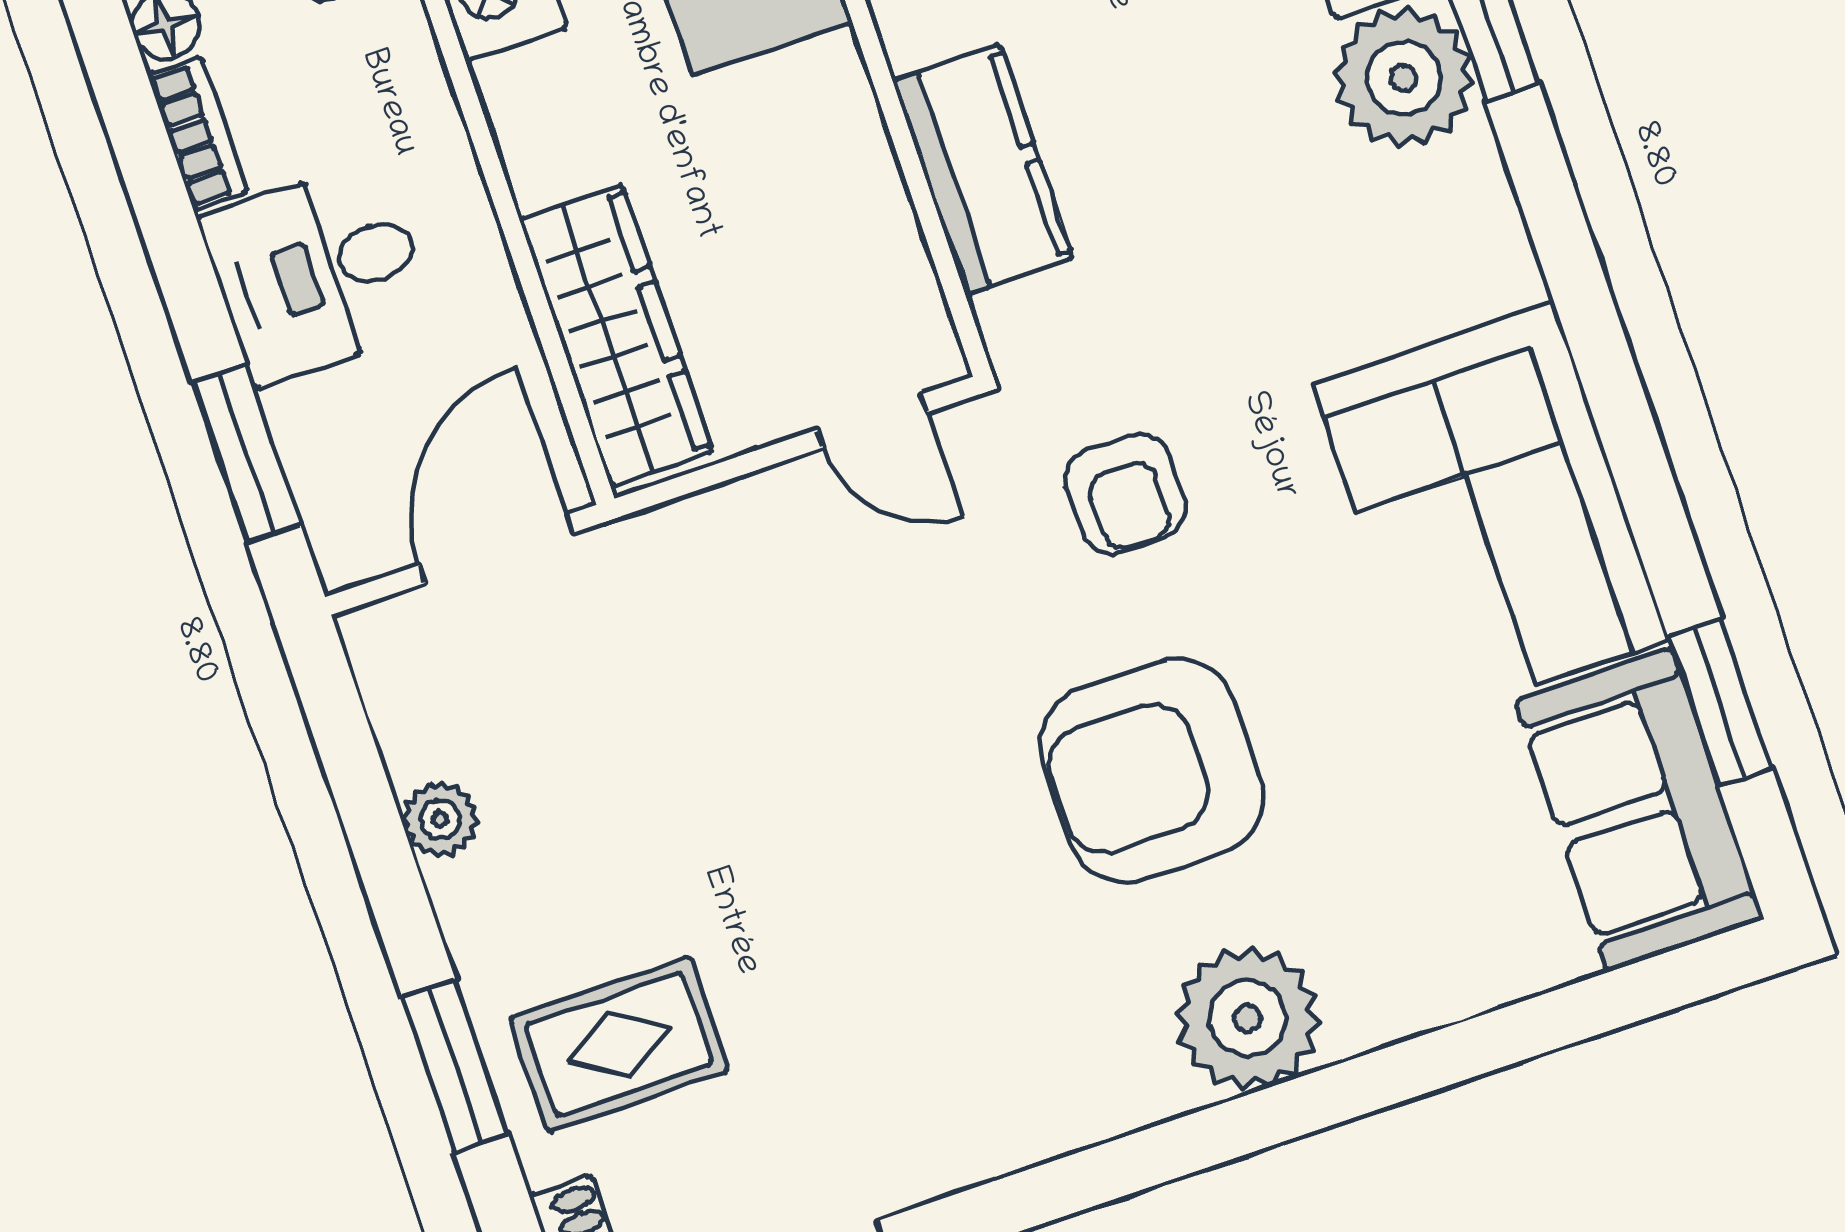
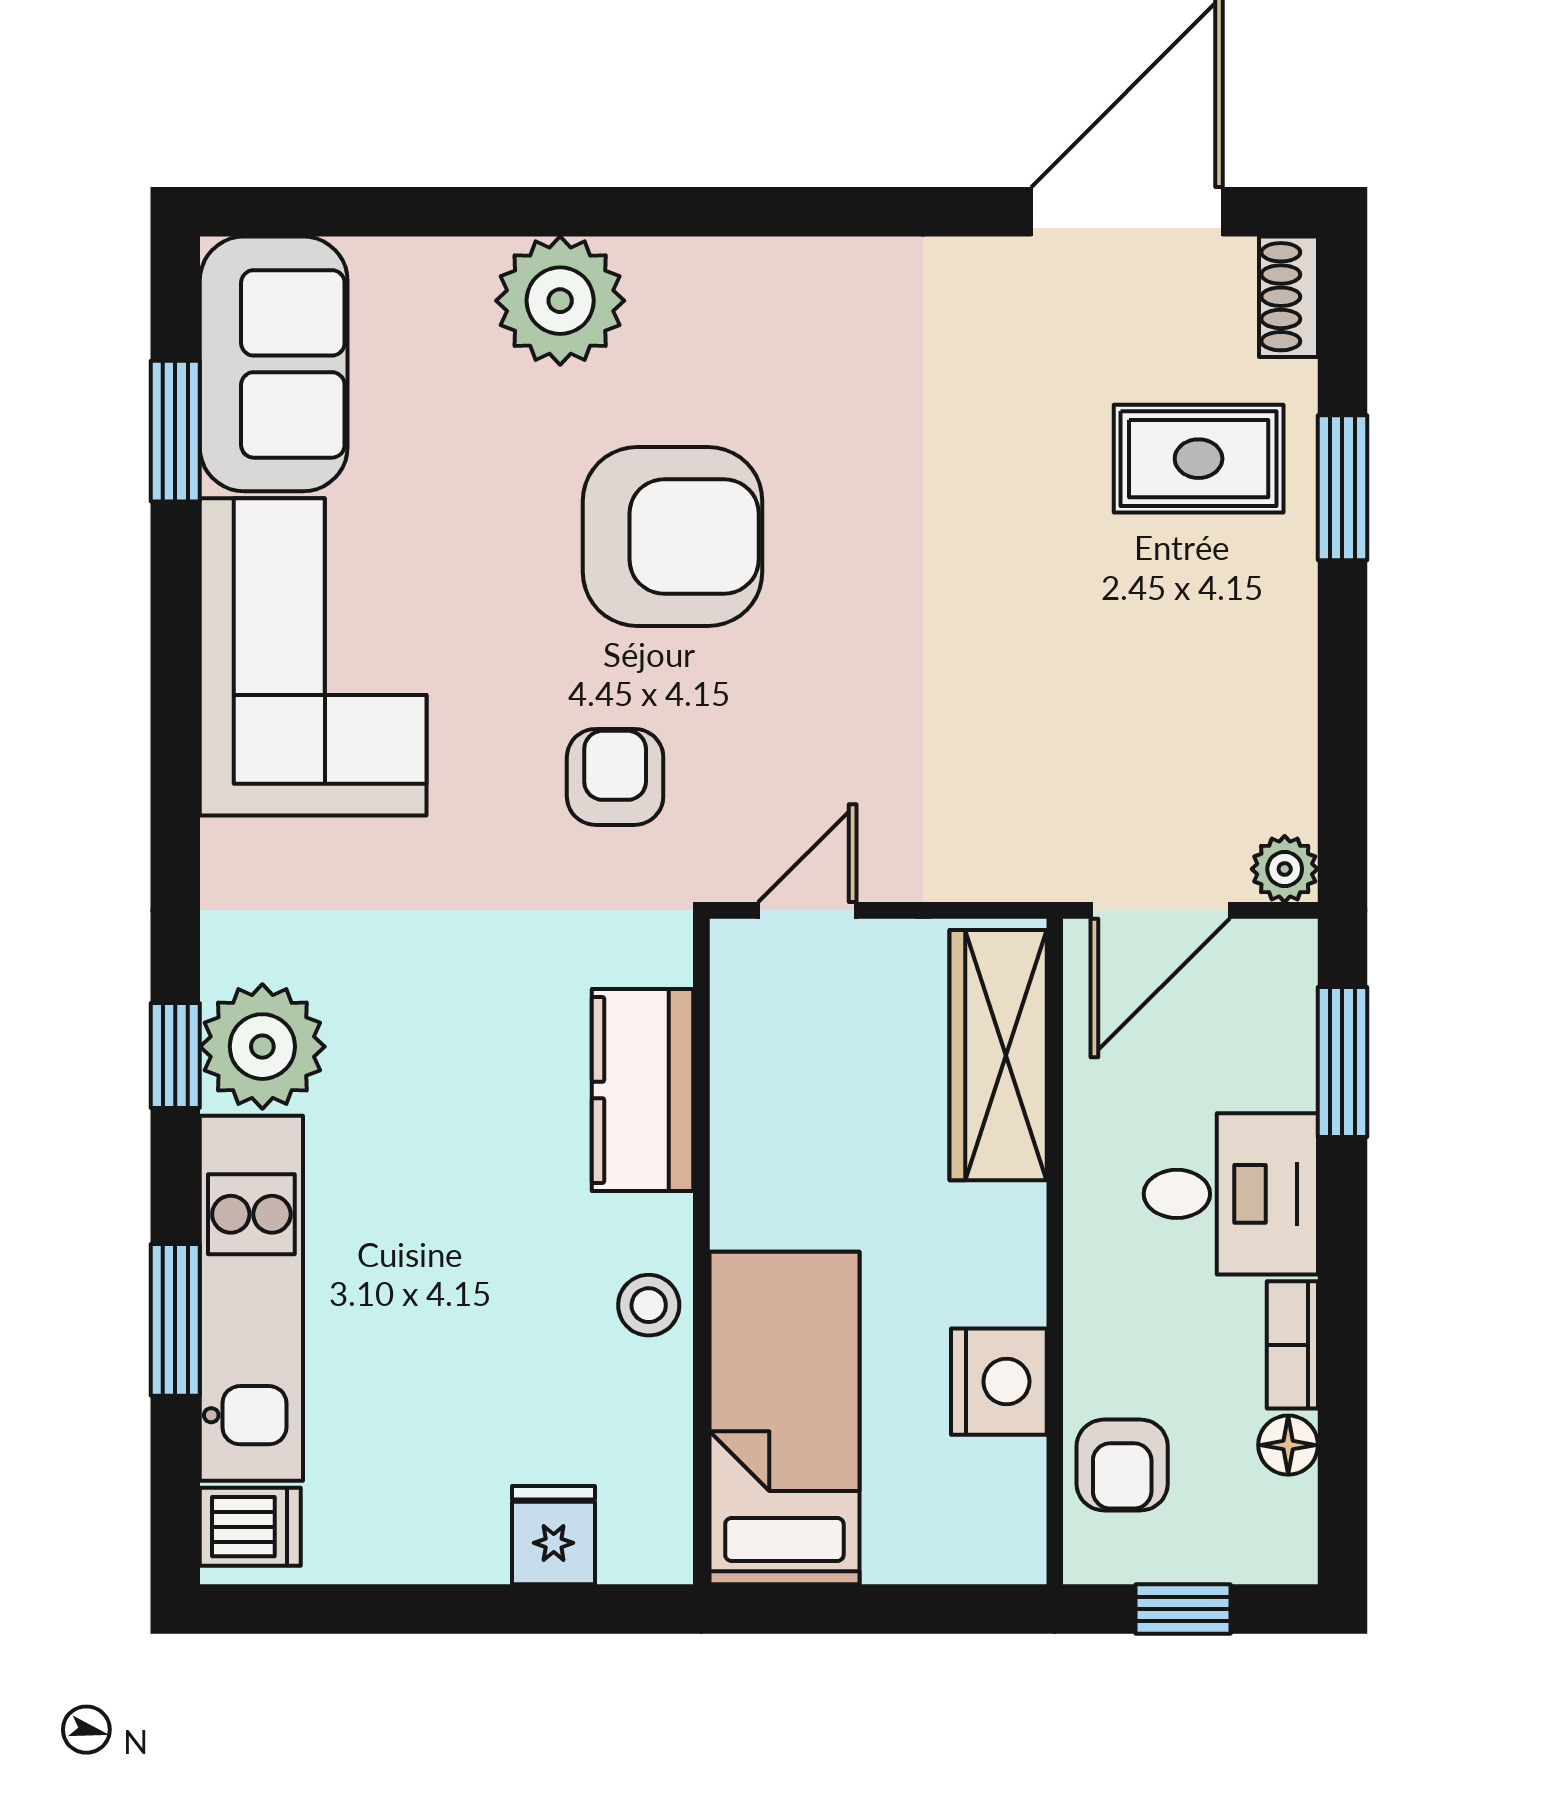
door: (872, 421) -> (807, 910), hinge flipped
plant: (440, 819) -> (1285, 869), moved
plant: (1248, 1018) -> (560, 301), moved

